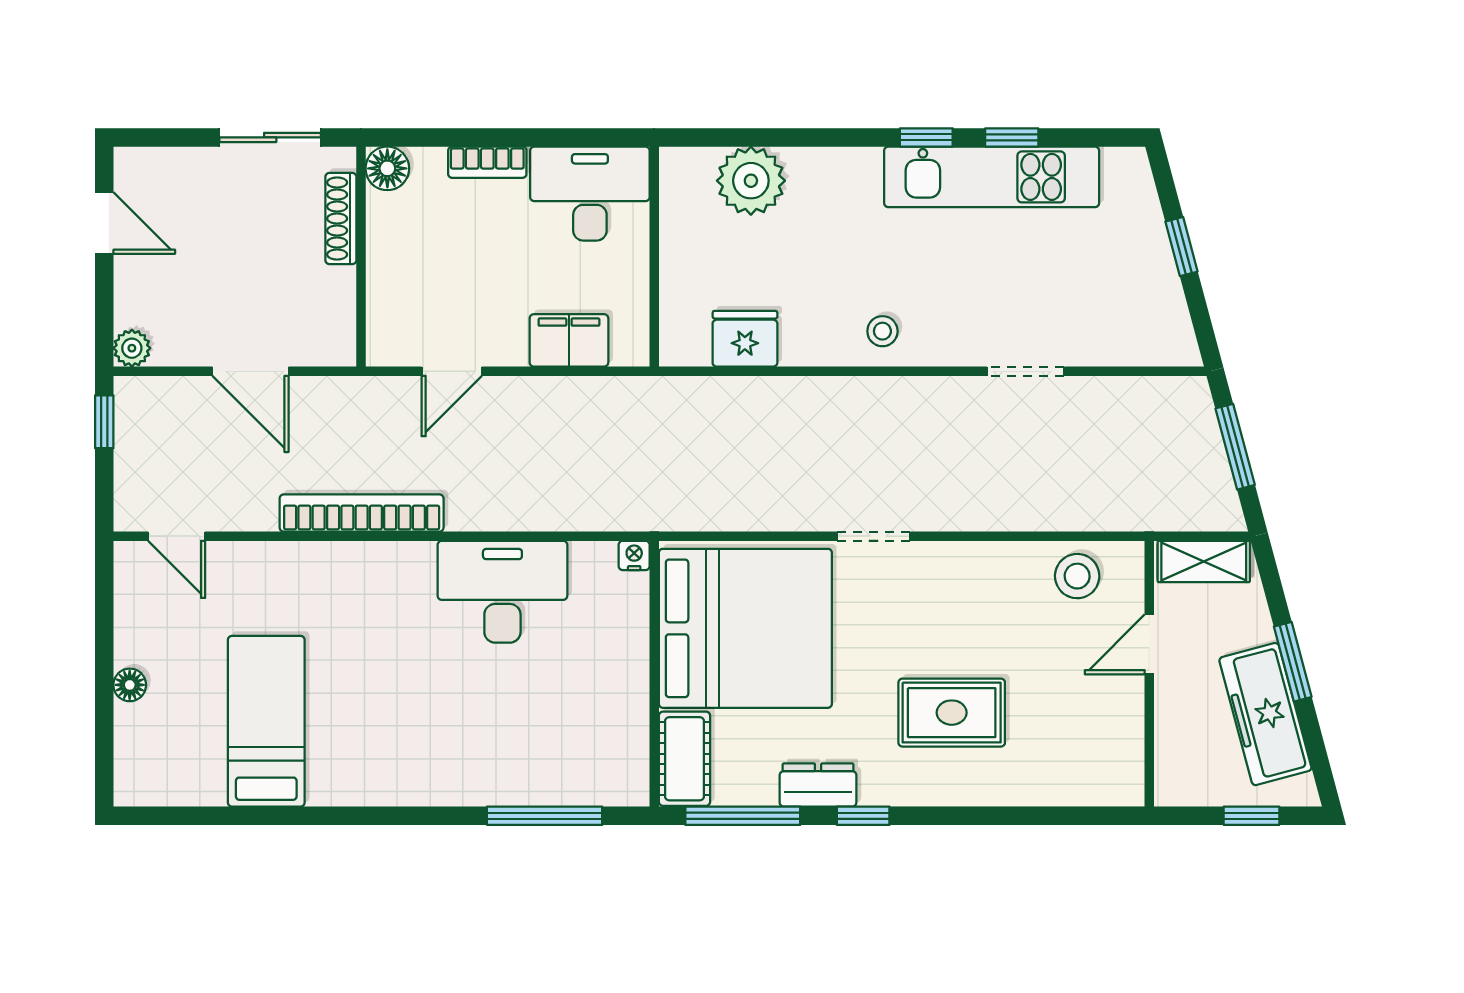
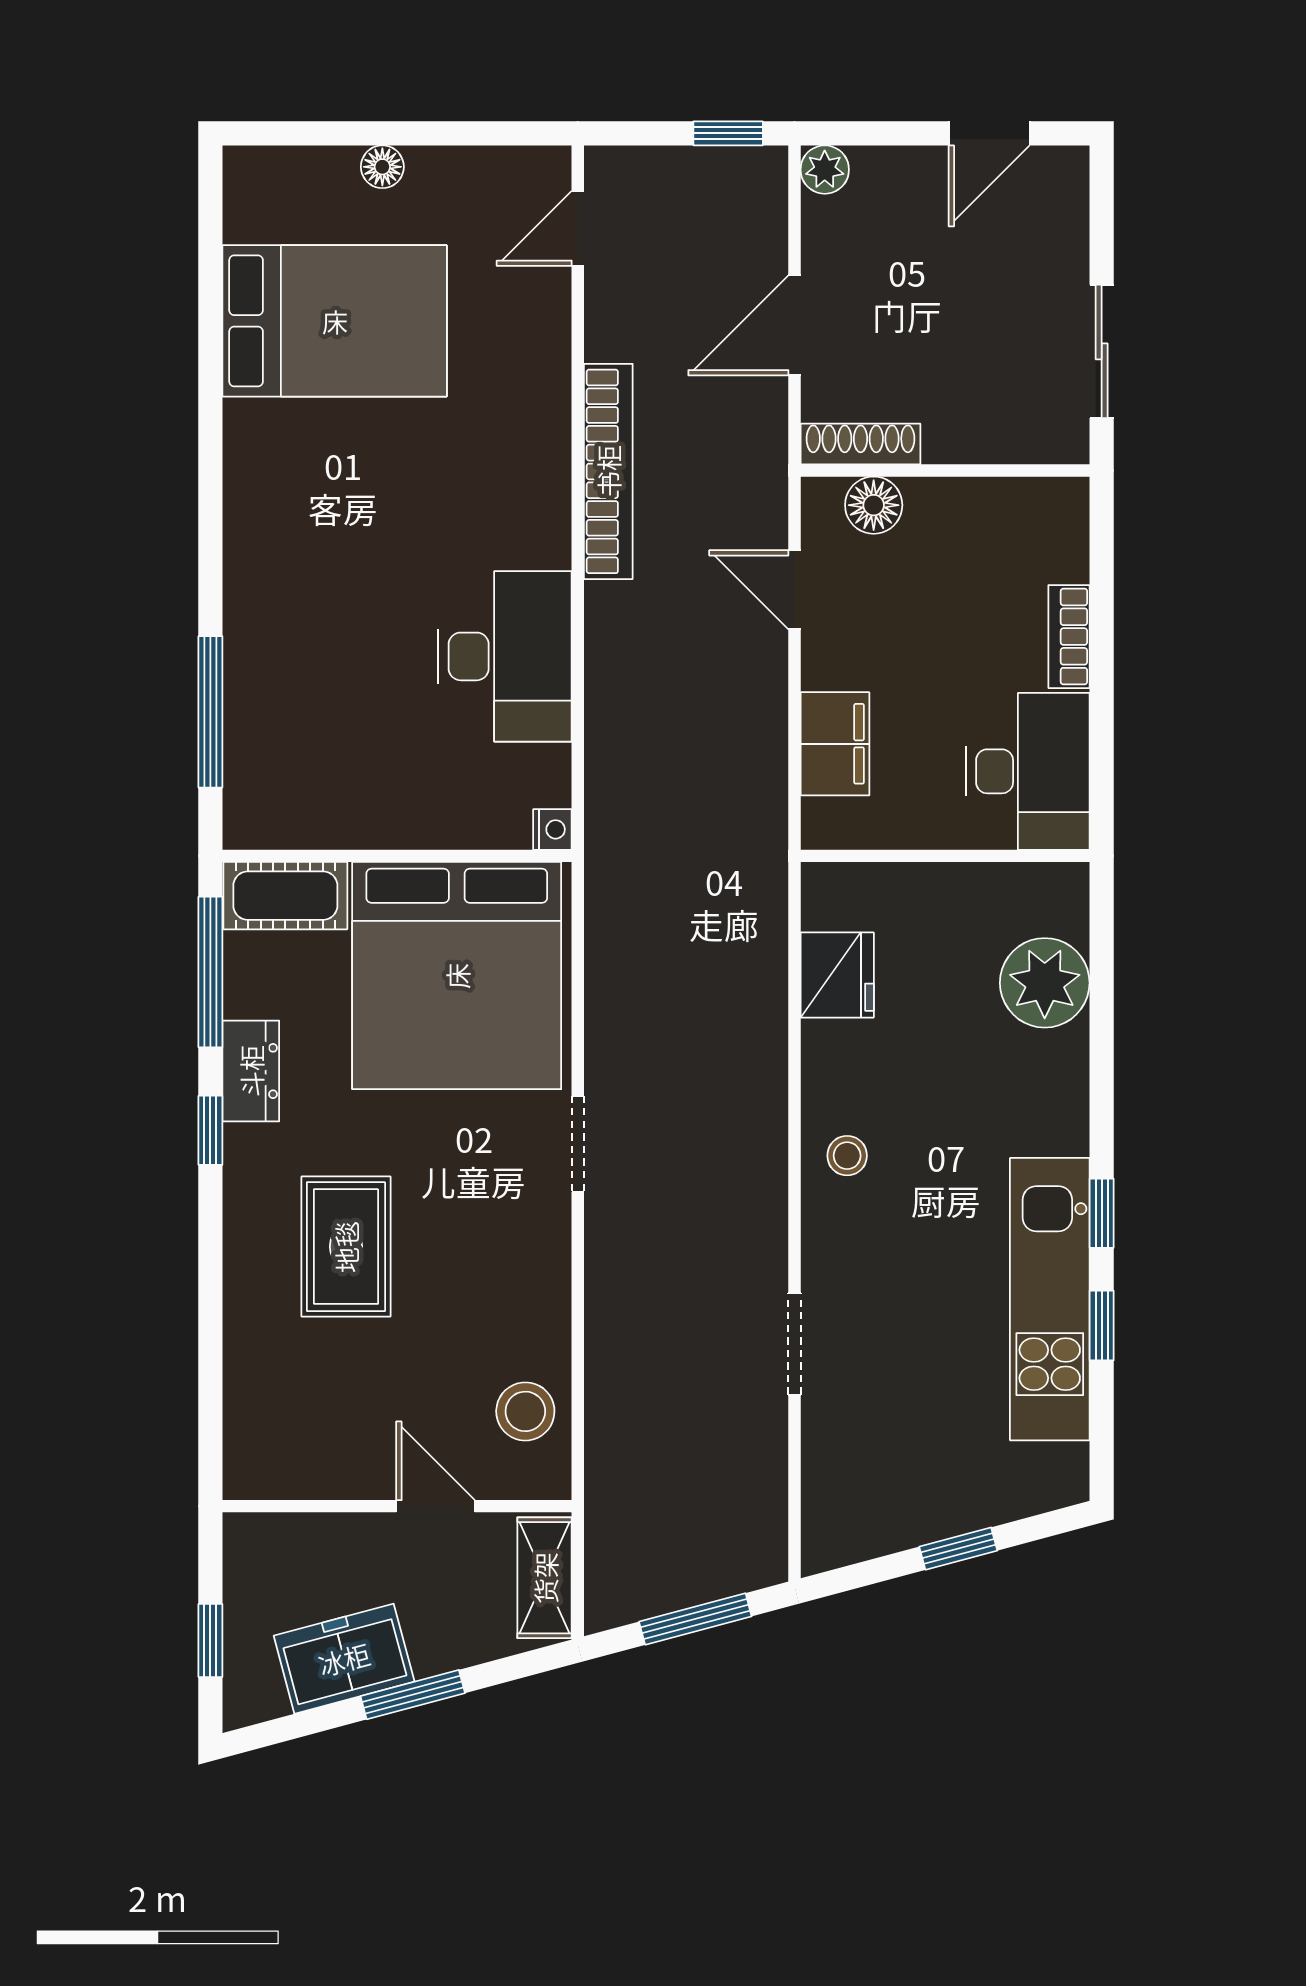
floor lamp: (387, 168) -> (874, 505), moved
shoe rack: (341, 219) -> (861, 444), moved
freezer: (1265, 714) -> (344, 1659), width x0.71
bed: (266, 721) -> (335, 321), width x1.50

